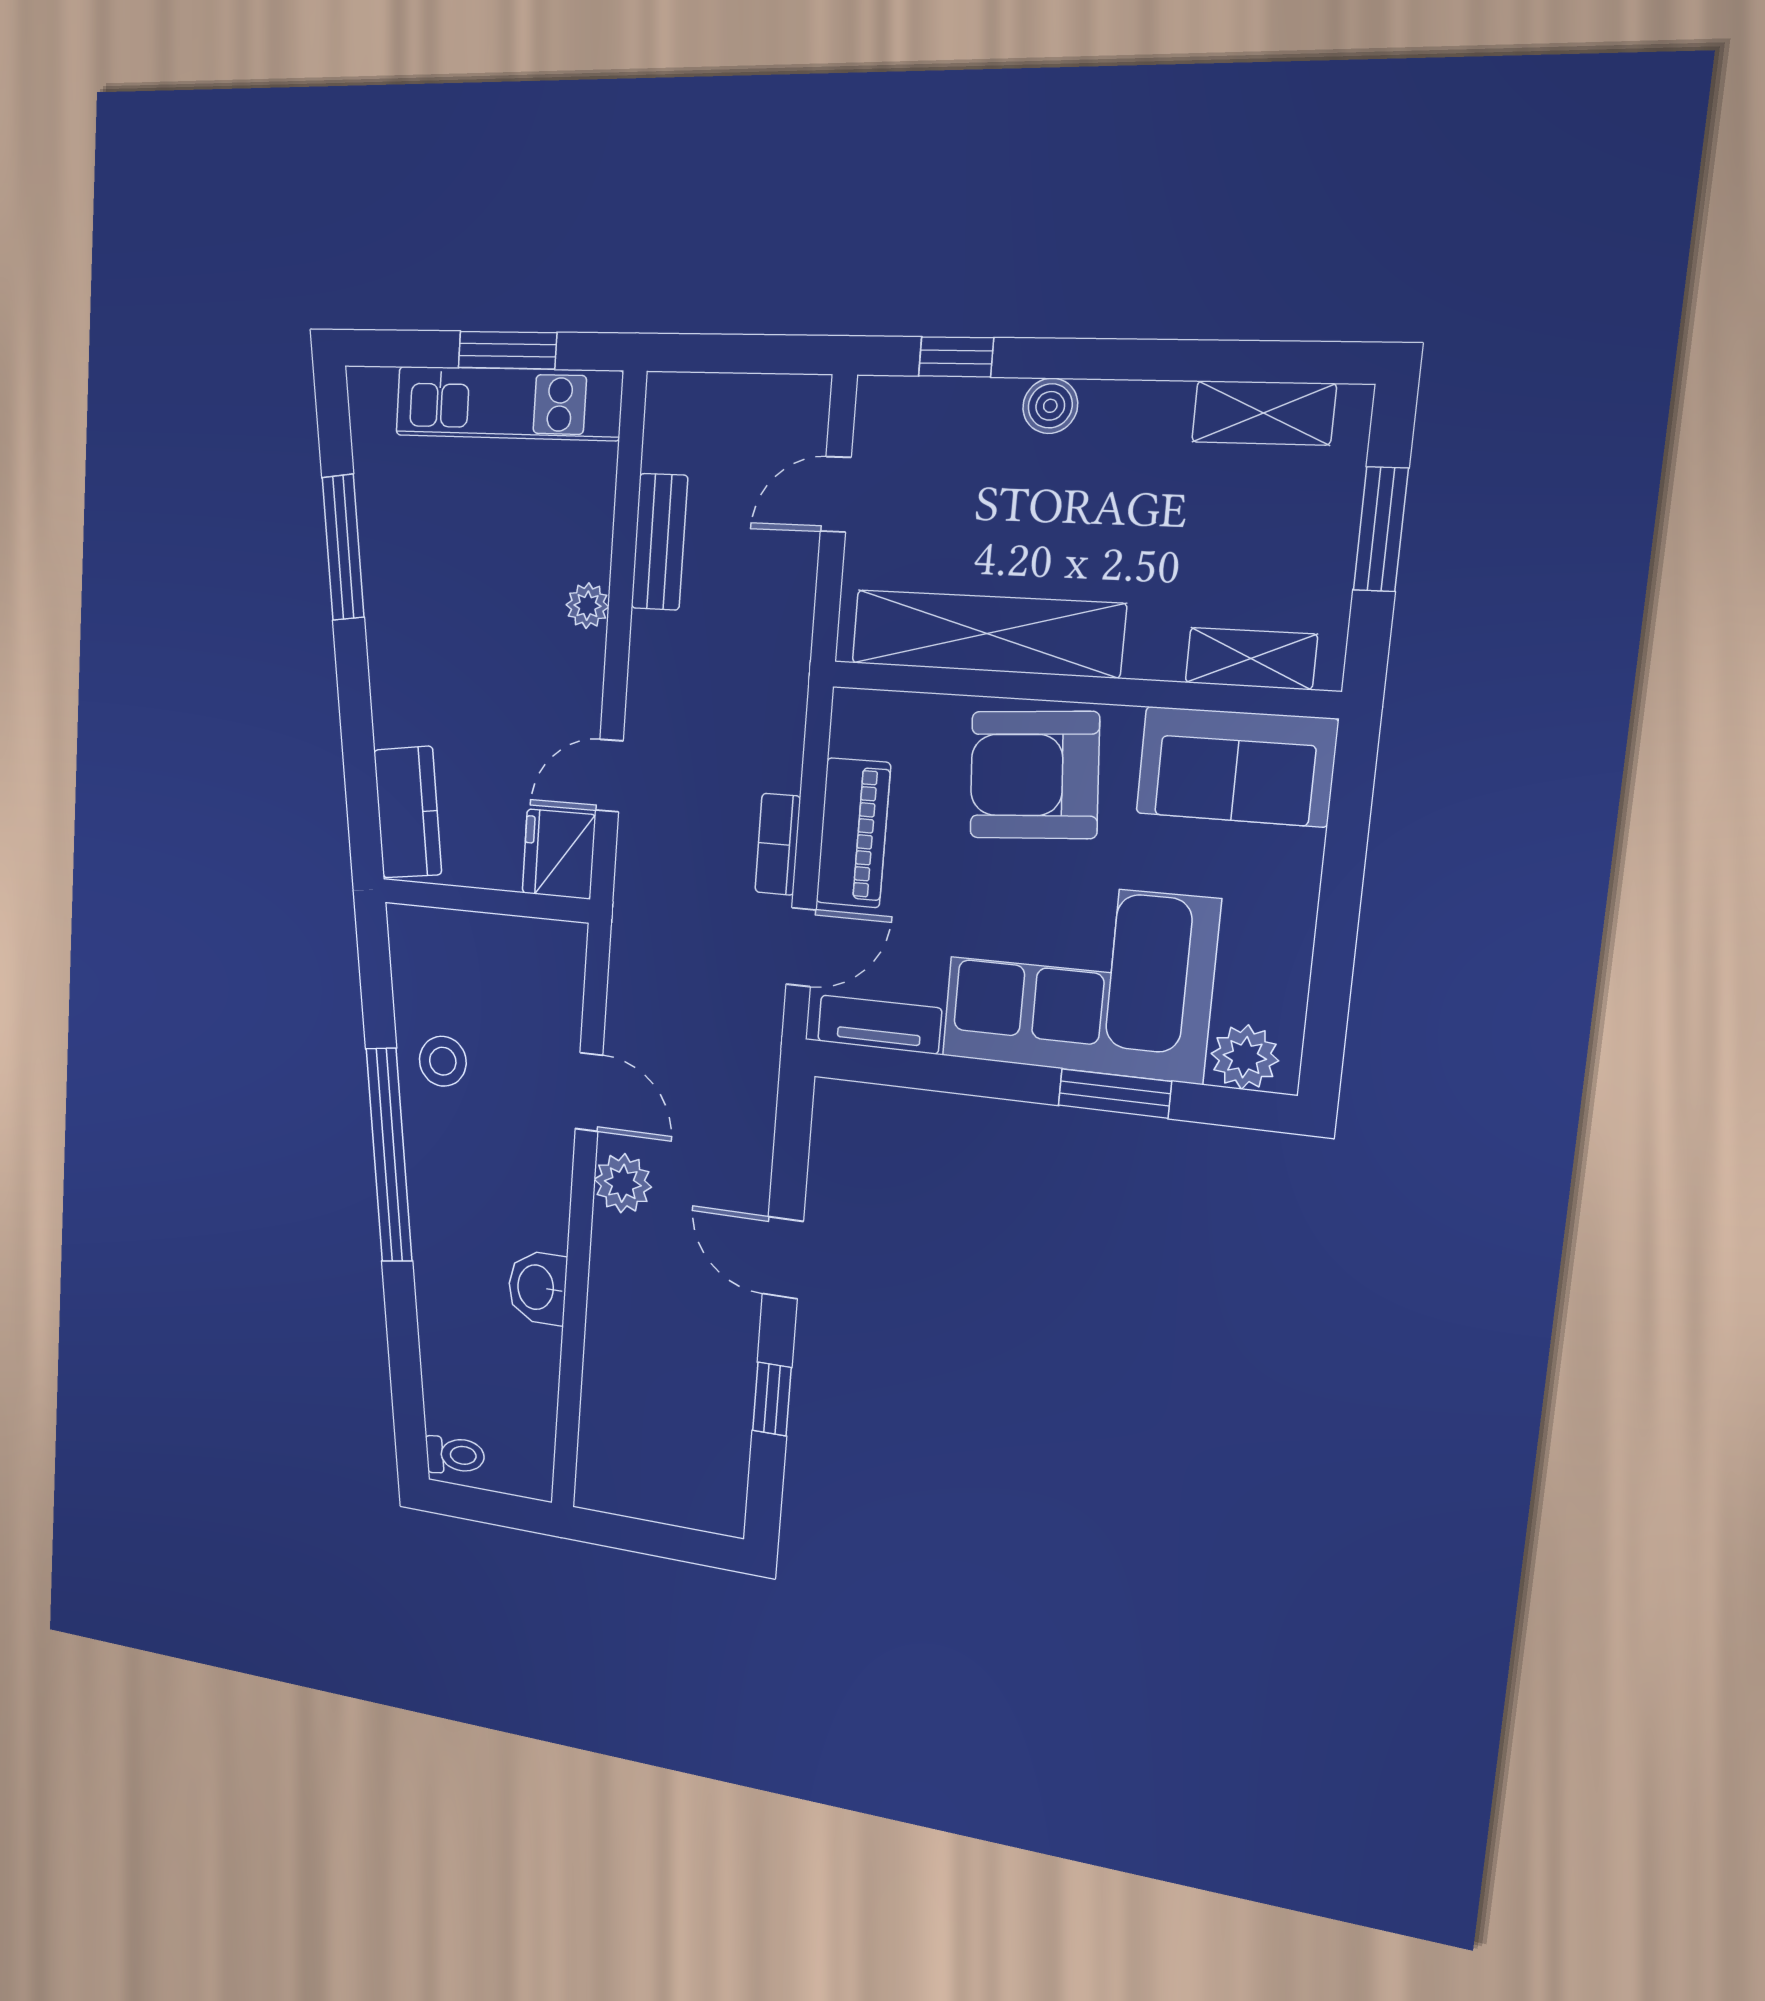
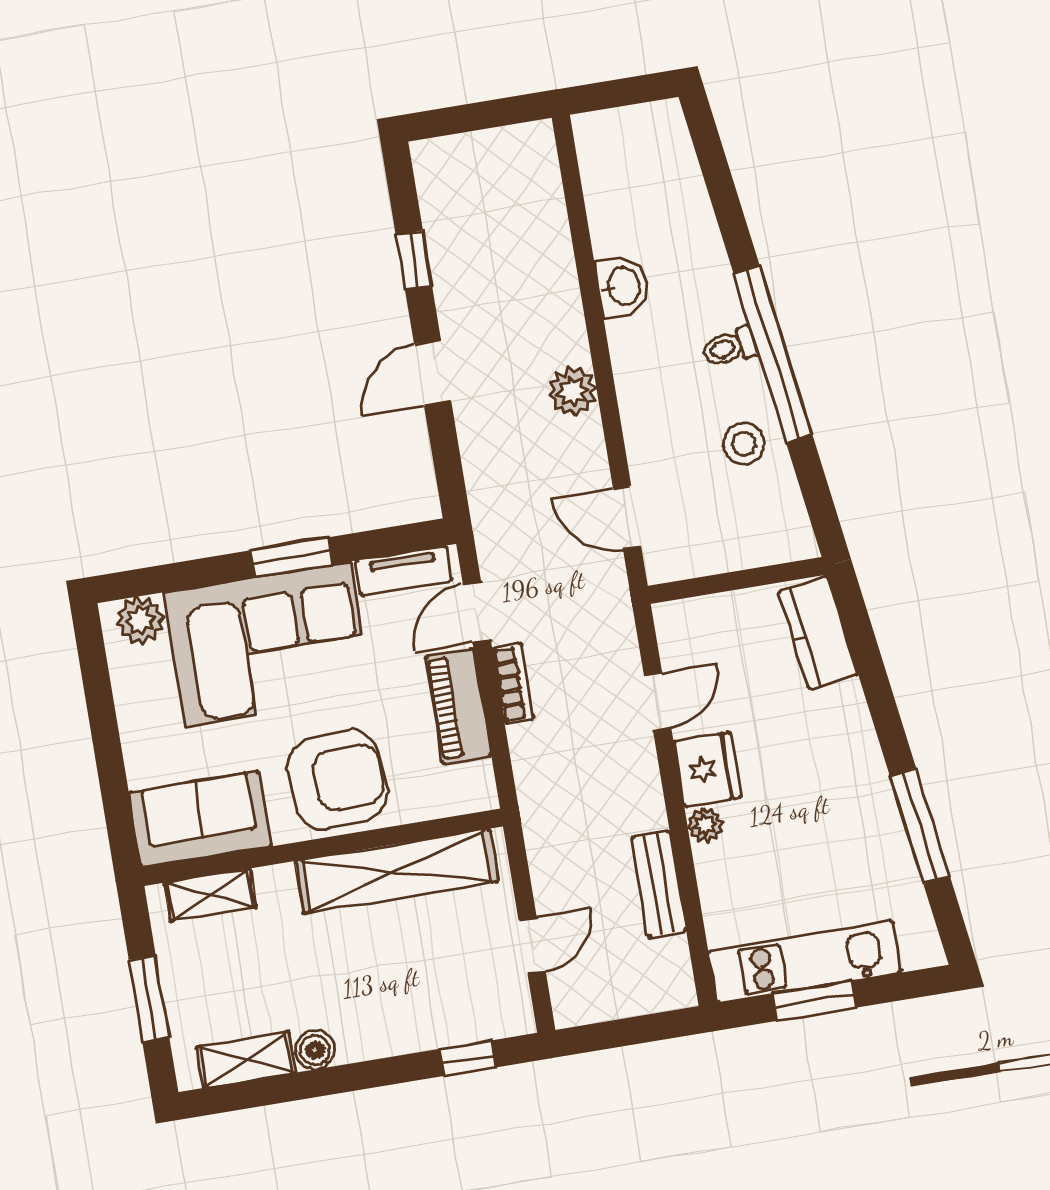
boiler: (1050, 406) -> (315, 1050), moved
fridge: (559, 854) -> (707, 769), moved
door: (589, 1092) -> (627, 518), moved
window: (1115, 1093) -> (291, 557), moved
door: (783, 1258) -> (433, 373), swing flipped
toilet: (455, 1455) -> (729, 347), moved

